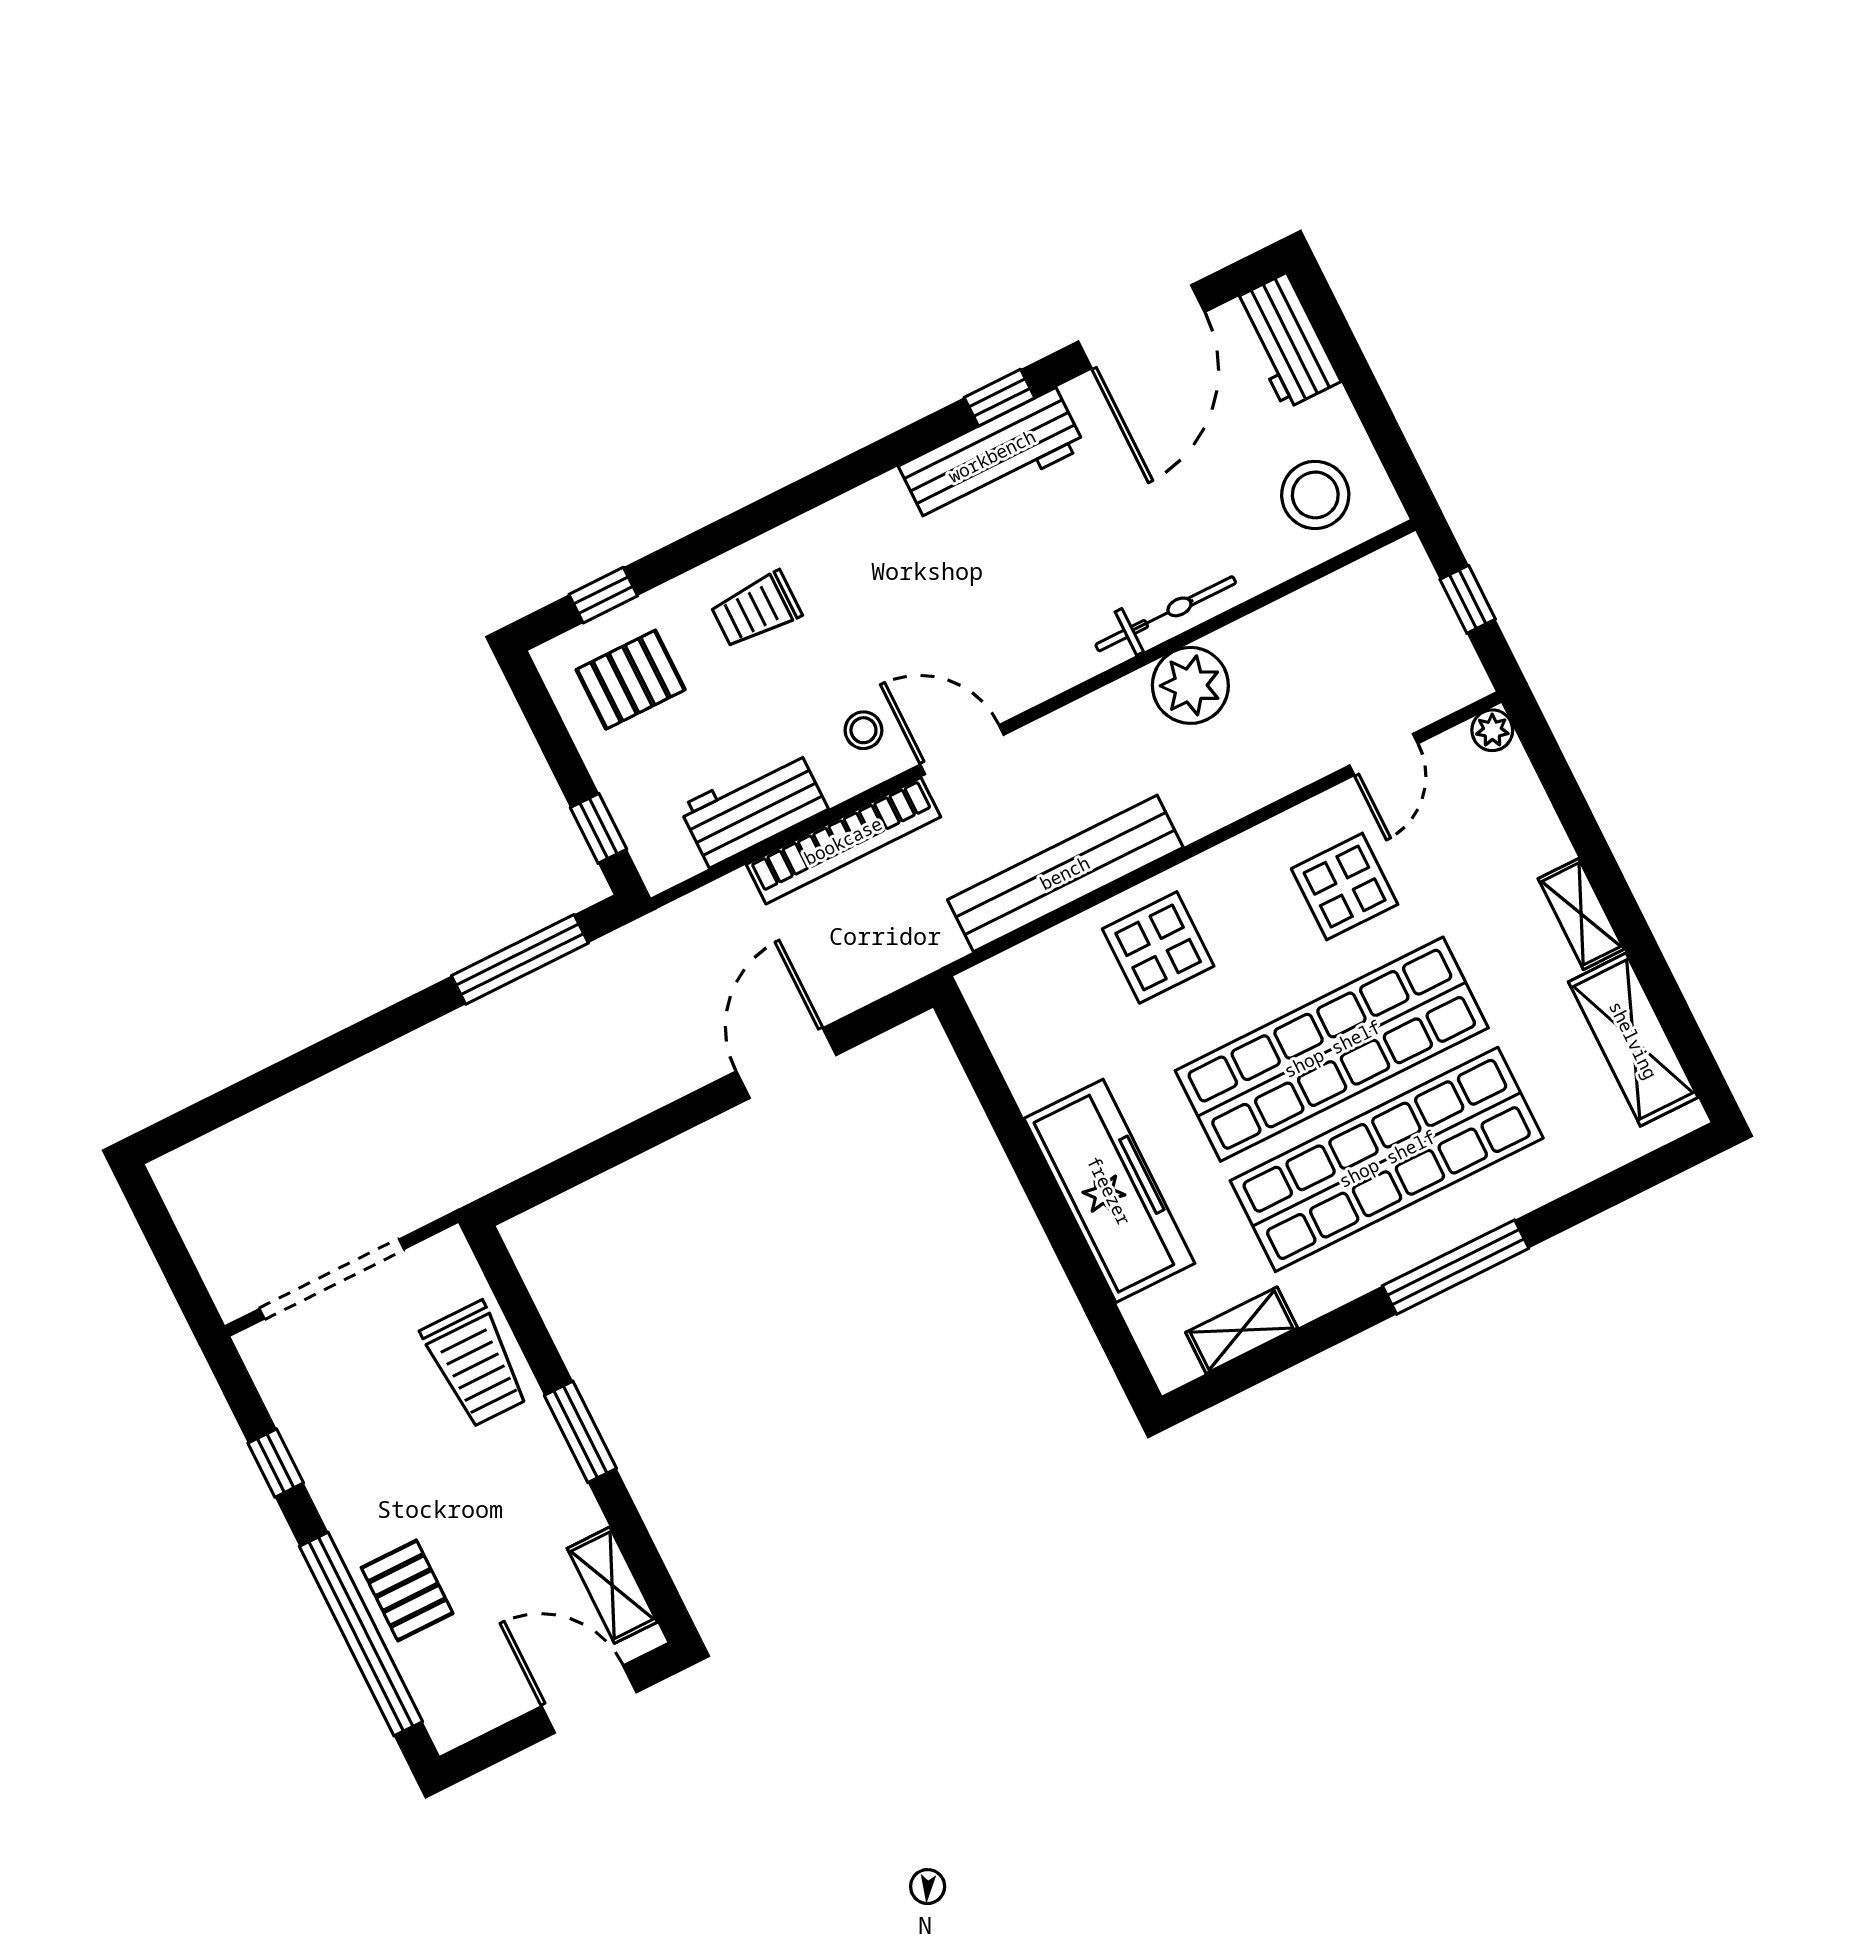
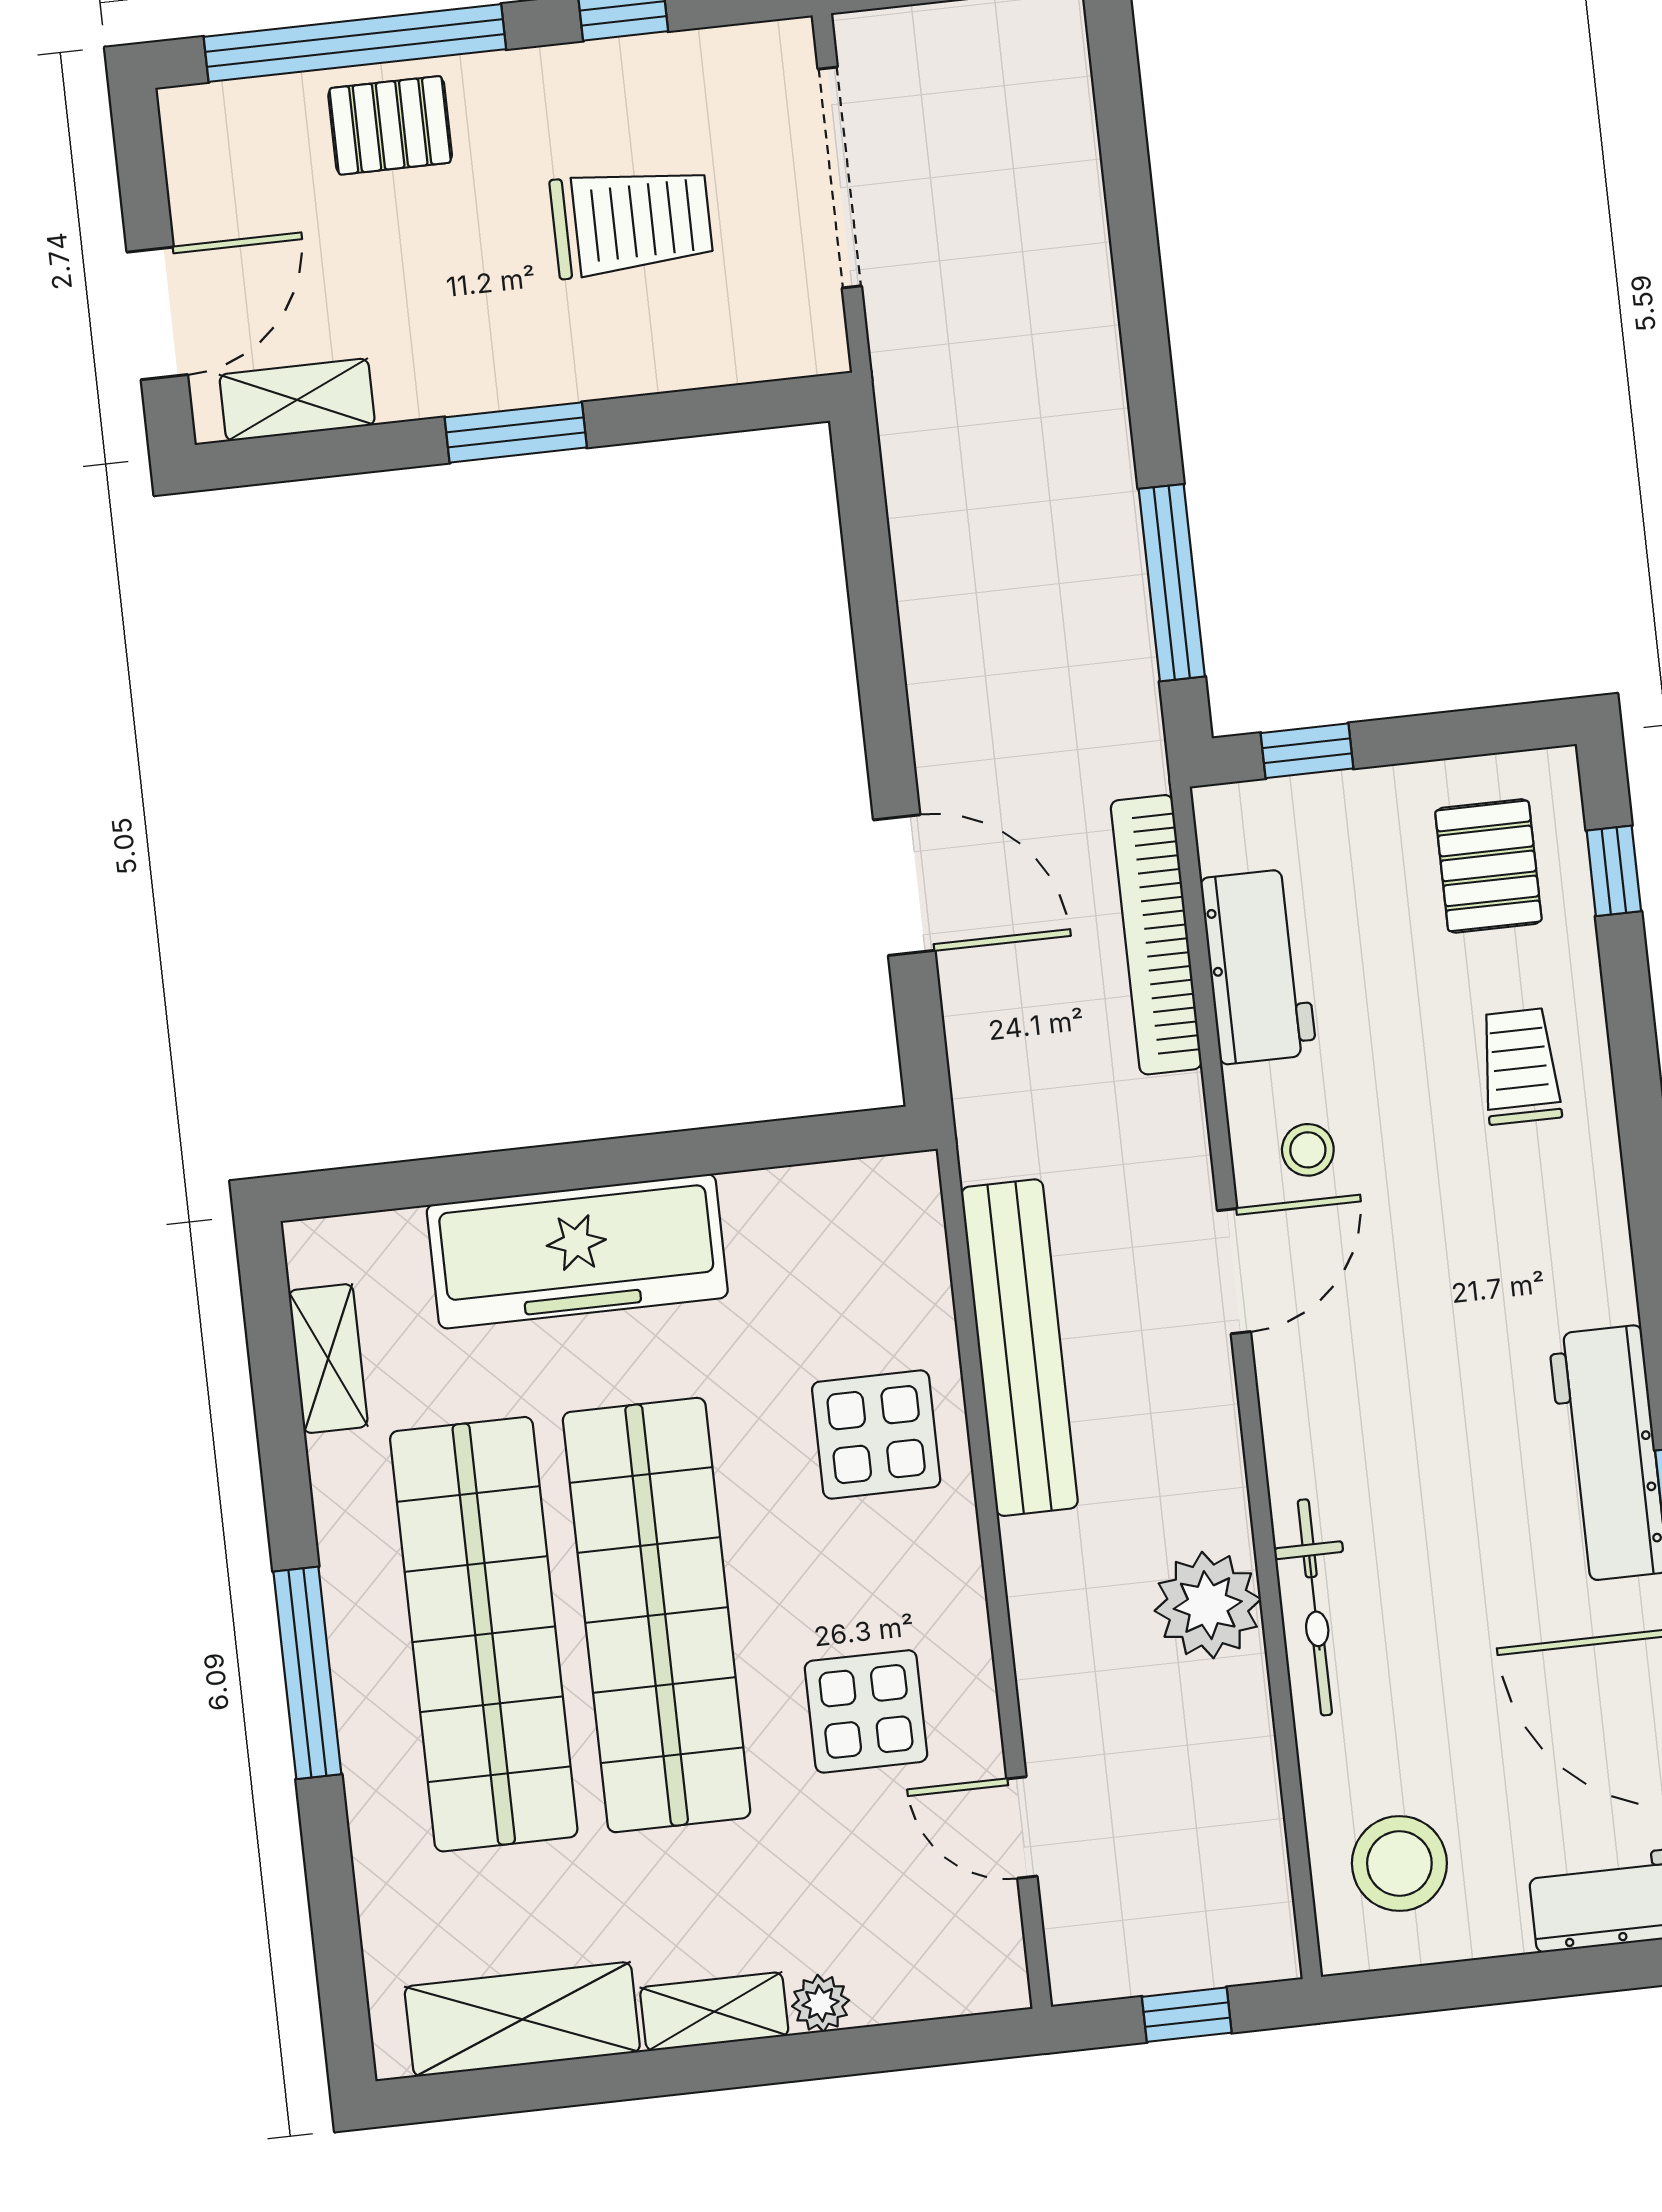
plant: (1492, 730) -> (821, 2003), moved
bookcase: (843, 841) -> (1156, 935), moved
trolley: (475, 1364) -> (631, 222), moved, turned 180

